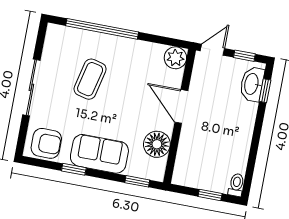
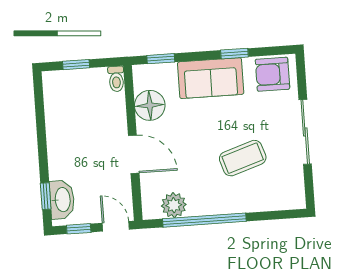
window: (102, 29) -> (204, 220), moved
door: (212, 50) -> (116, 226), swing flipped
plant: (175, 58) -> (174, 205), moved
coffee table: (90, 79) -> (243, 158), turned 59
toilet: (236, 185) -> (116, 79), moved

